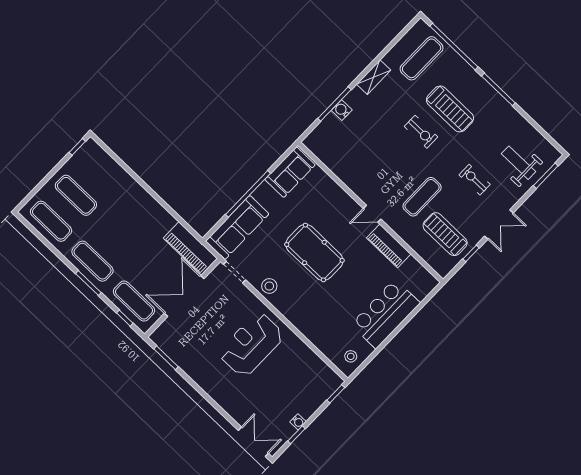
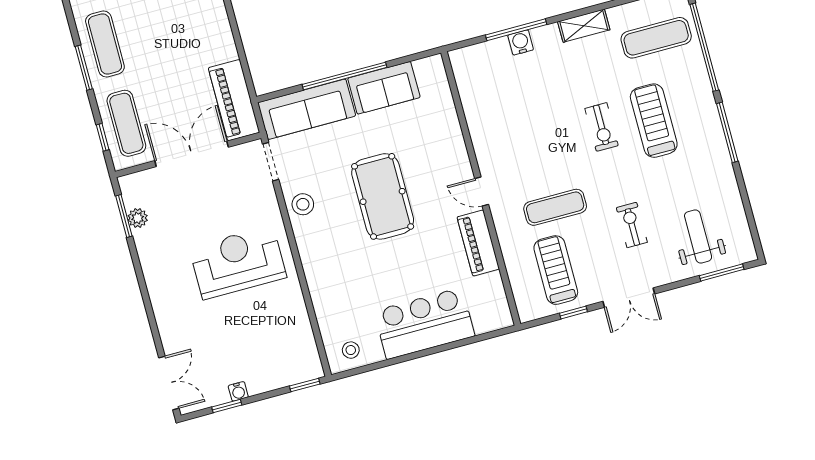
treadmill: (450, 109) -> (654, 121), turned 180
sofa: (290, 172) -> (384, 88), moved
plant: (175, 354) -> (138, 218), added

